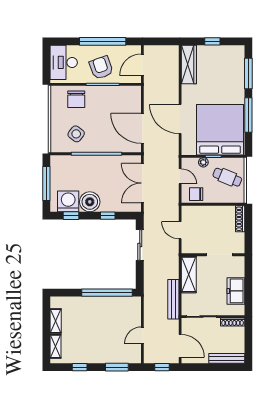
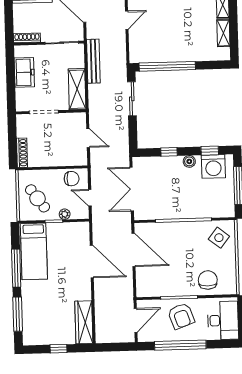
bed: (220, 130) -> (34, 251), width x0.49
side table: (76, 134) -> (219, 238), moved
cafe table: (227, 177) -> (38, 198), turned 32
double door: (142, 183) -> (132, 189), swing flipped
boiler: (90, 202) -> (189, 161), width x0.54, depth x0.54
sliding door: (140, 245) -> (132, 99), moved

